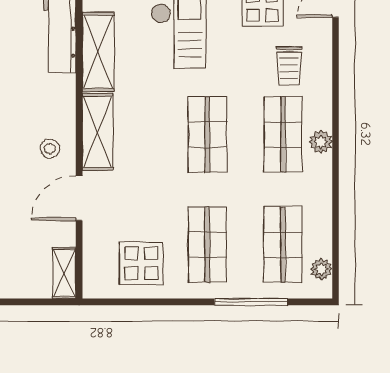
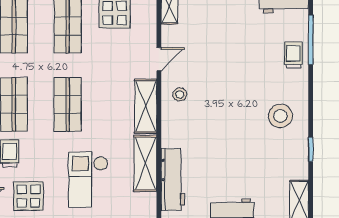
door: (79, 198) -> (159, 59), width x0.73

